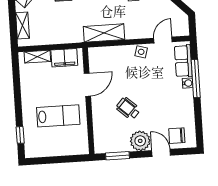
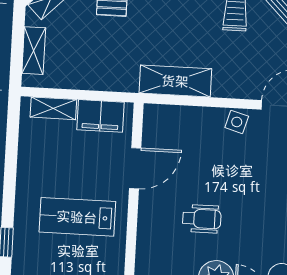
wheelchair: (128, 109) -> (202, 219), turned 138
lab bench: (58, 116) -> (77, 217), turned 180

